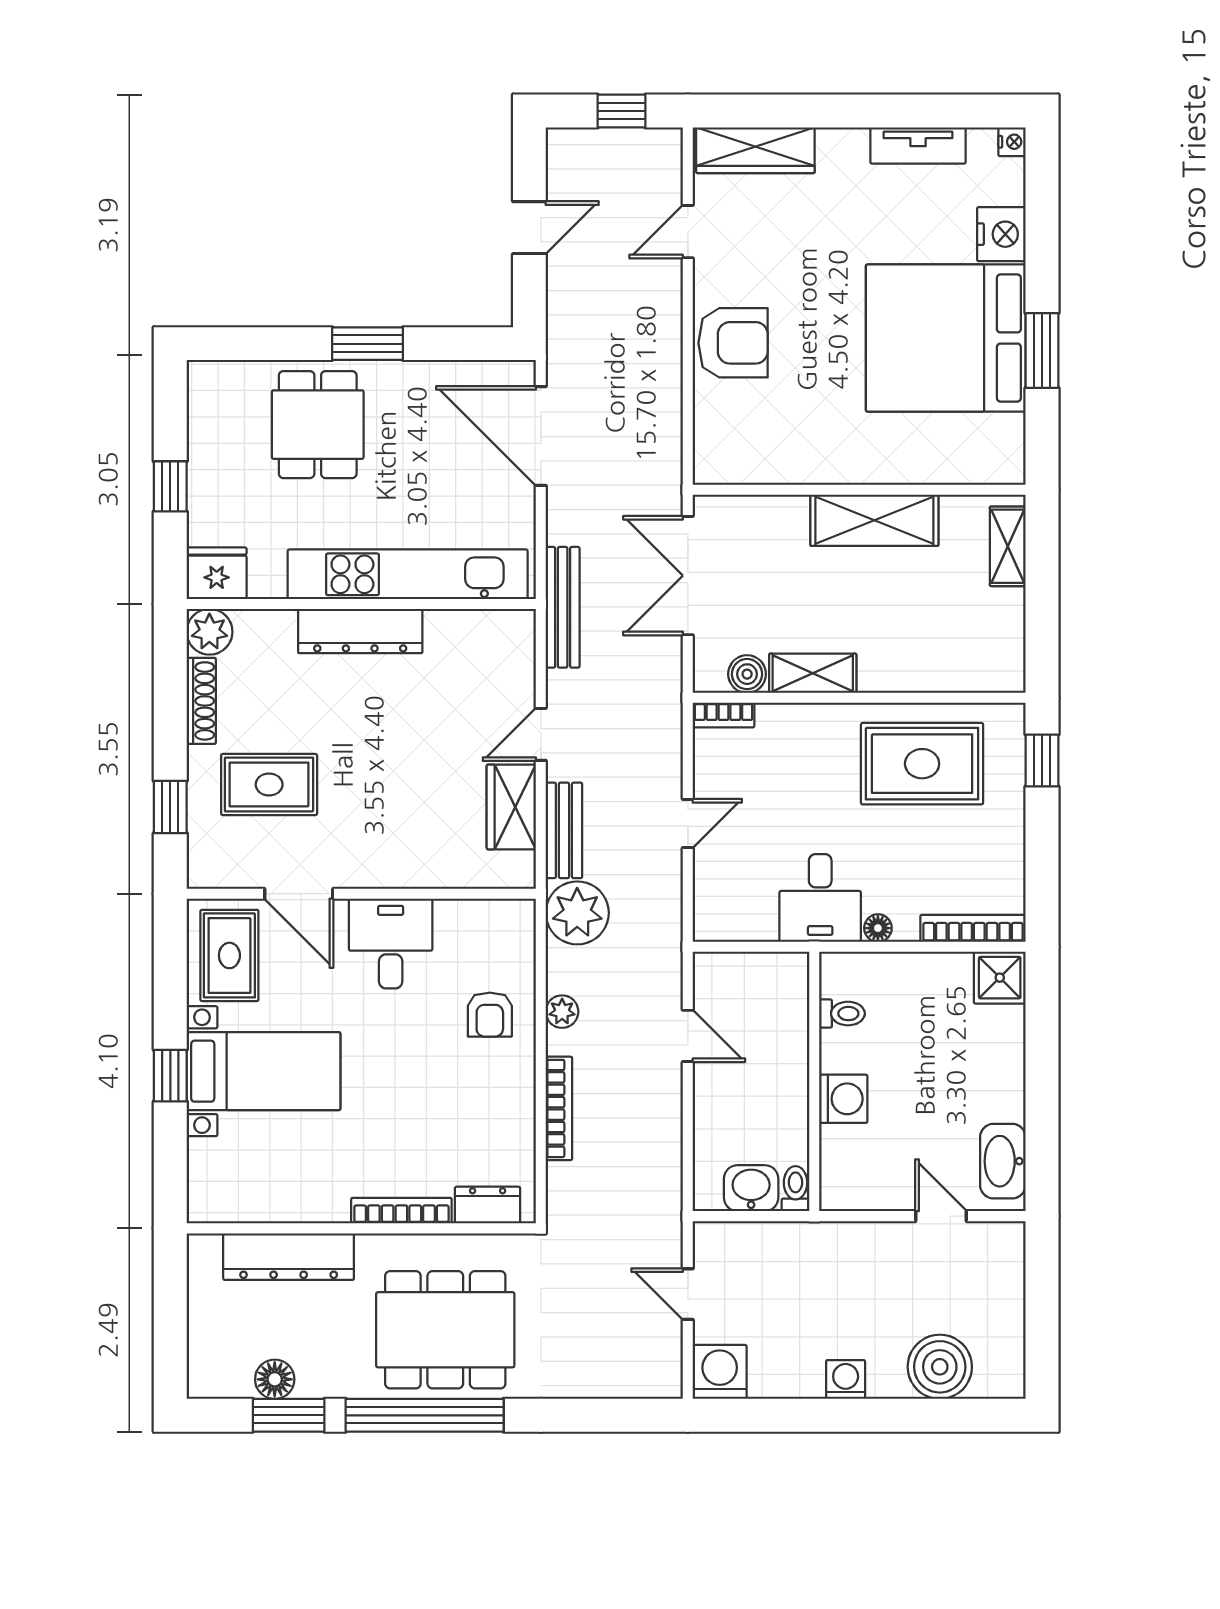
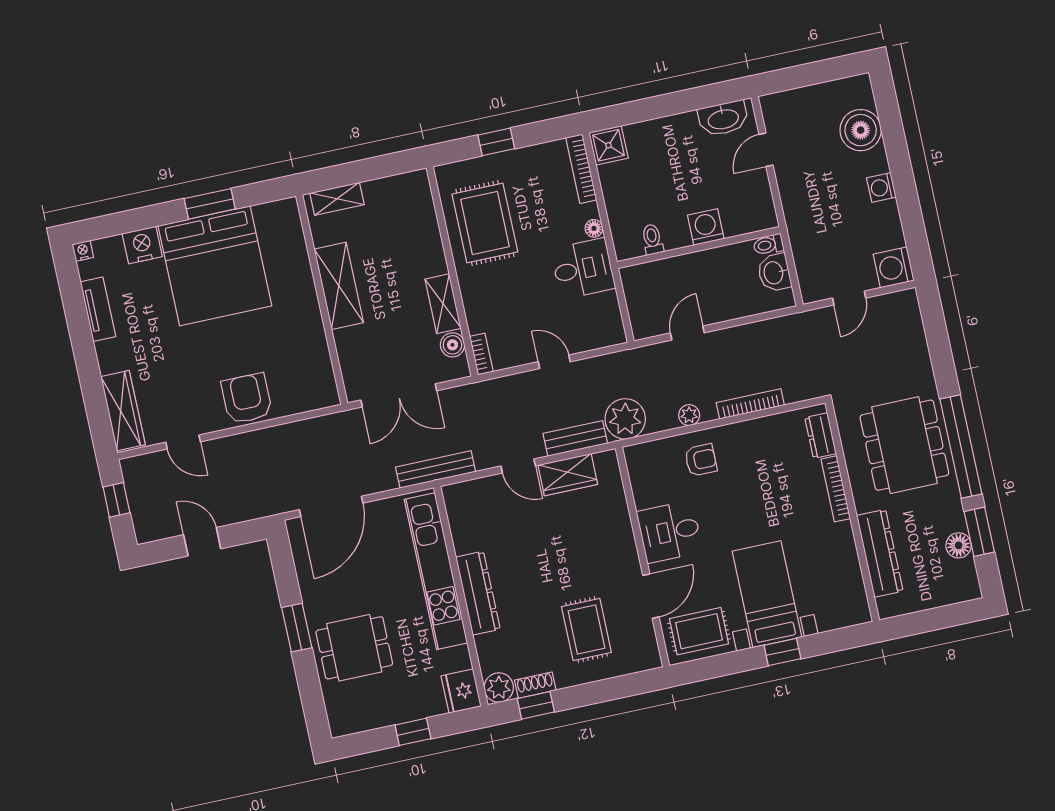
shoe rack: (201, 701) -> (535, 685), width x0.70
window: (1042, 761) -> (496, 142), moved
window: (170, 807) -> (536, 705), moved

